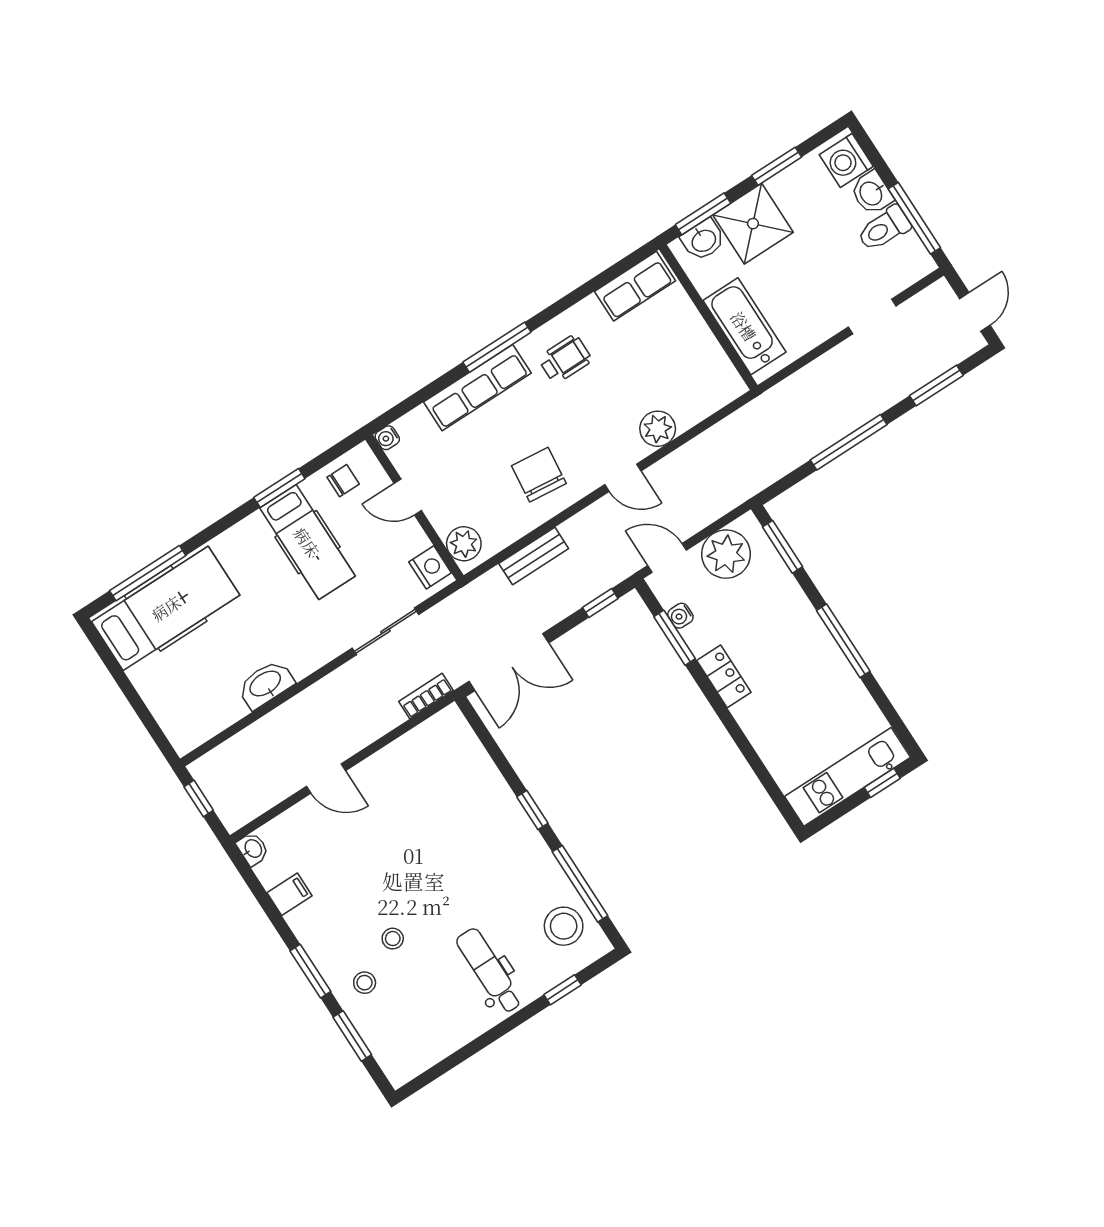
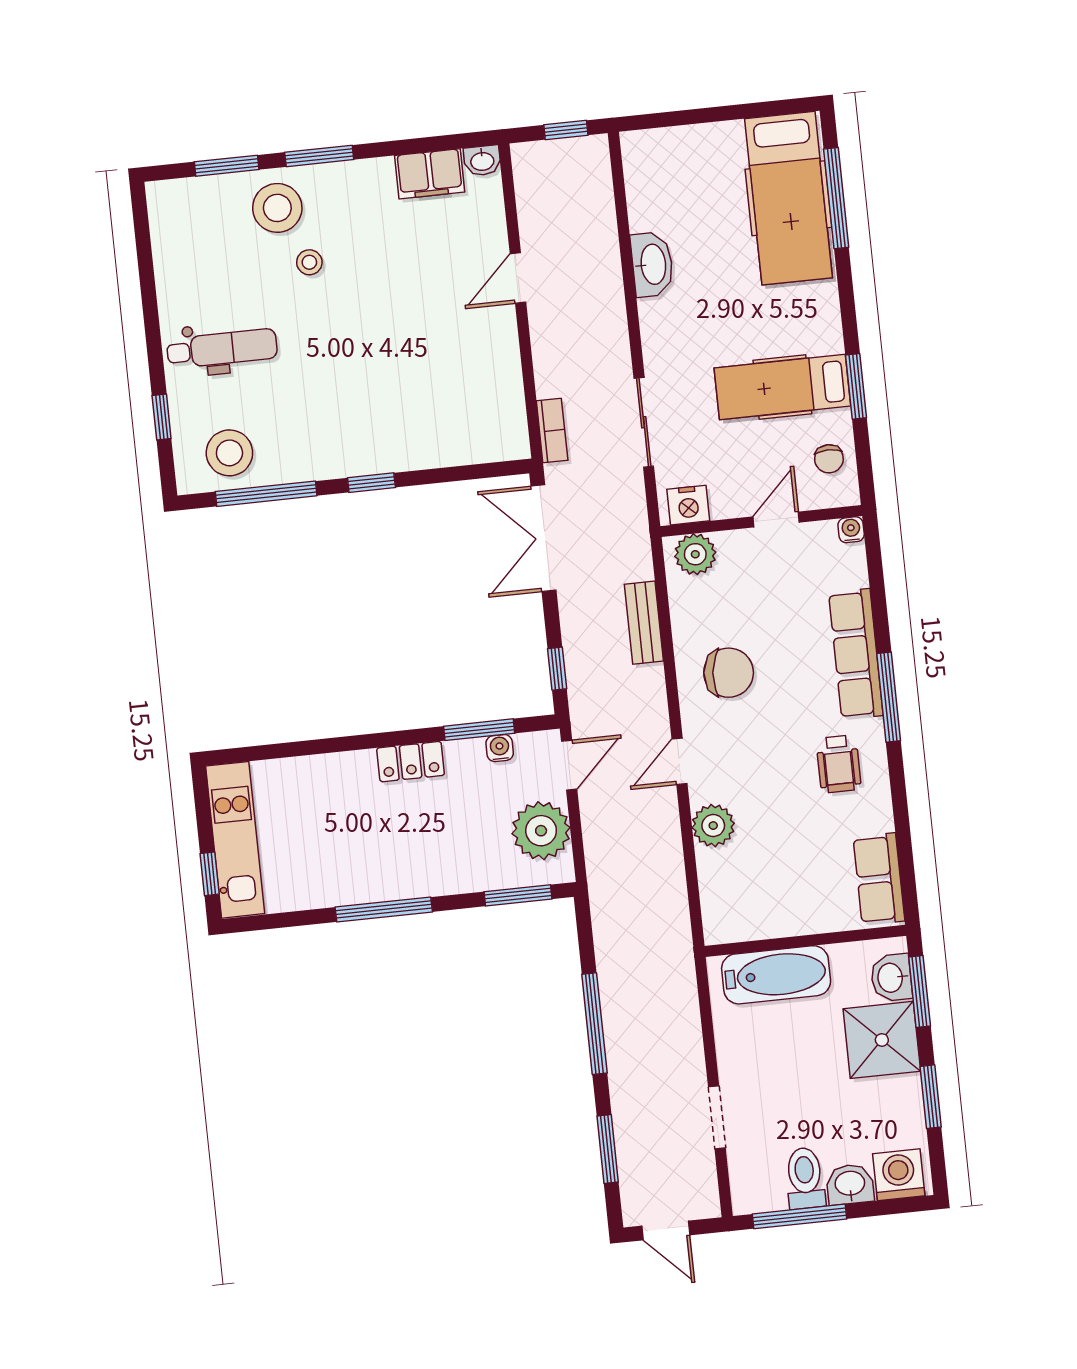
filing cabinet: (290, 894) -> (430, 174), width x2.00
stool: (365, 983) -> (277, 208), width x1.89, depth x1.89

